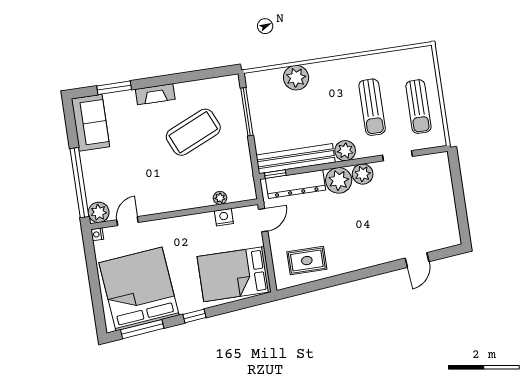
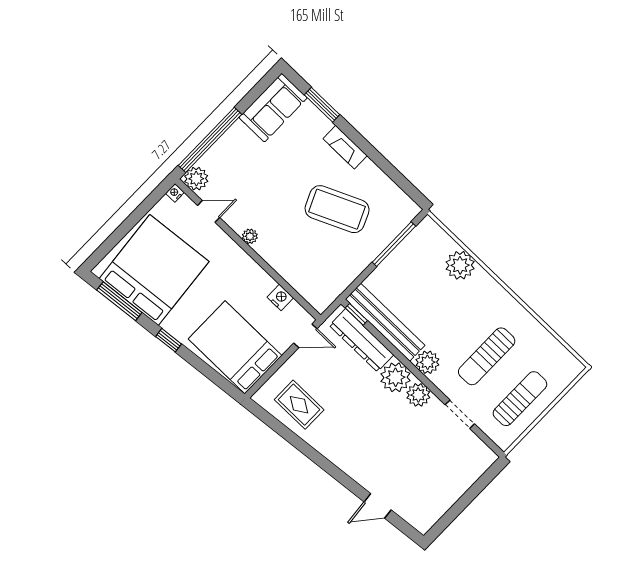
sun lounger: (418, 107) -> (520, 399), turned 180
plant: (220, 198) -> (250, 236), moved

